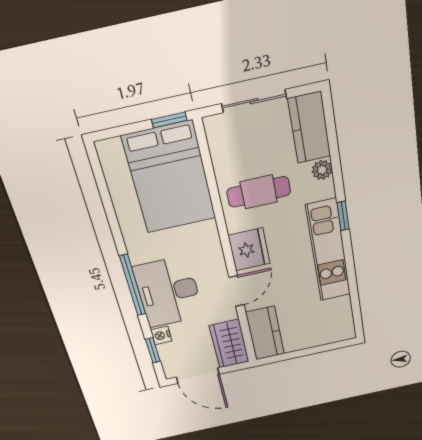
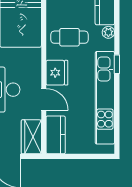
kitchen unit: (328, 251) -> (105, 98), width x1.36
door: (237, 291) -> (44, 99), hinge flipped

